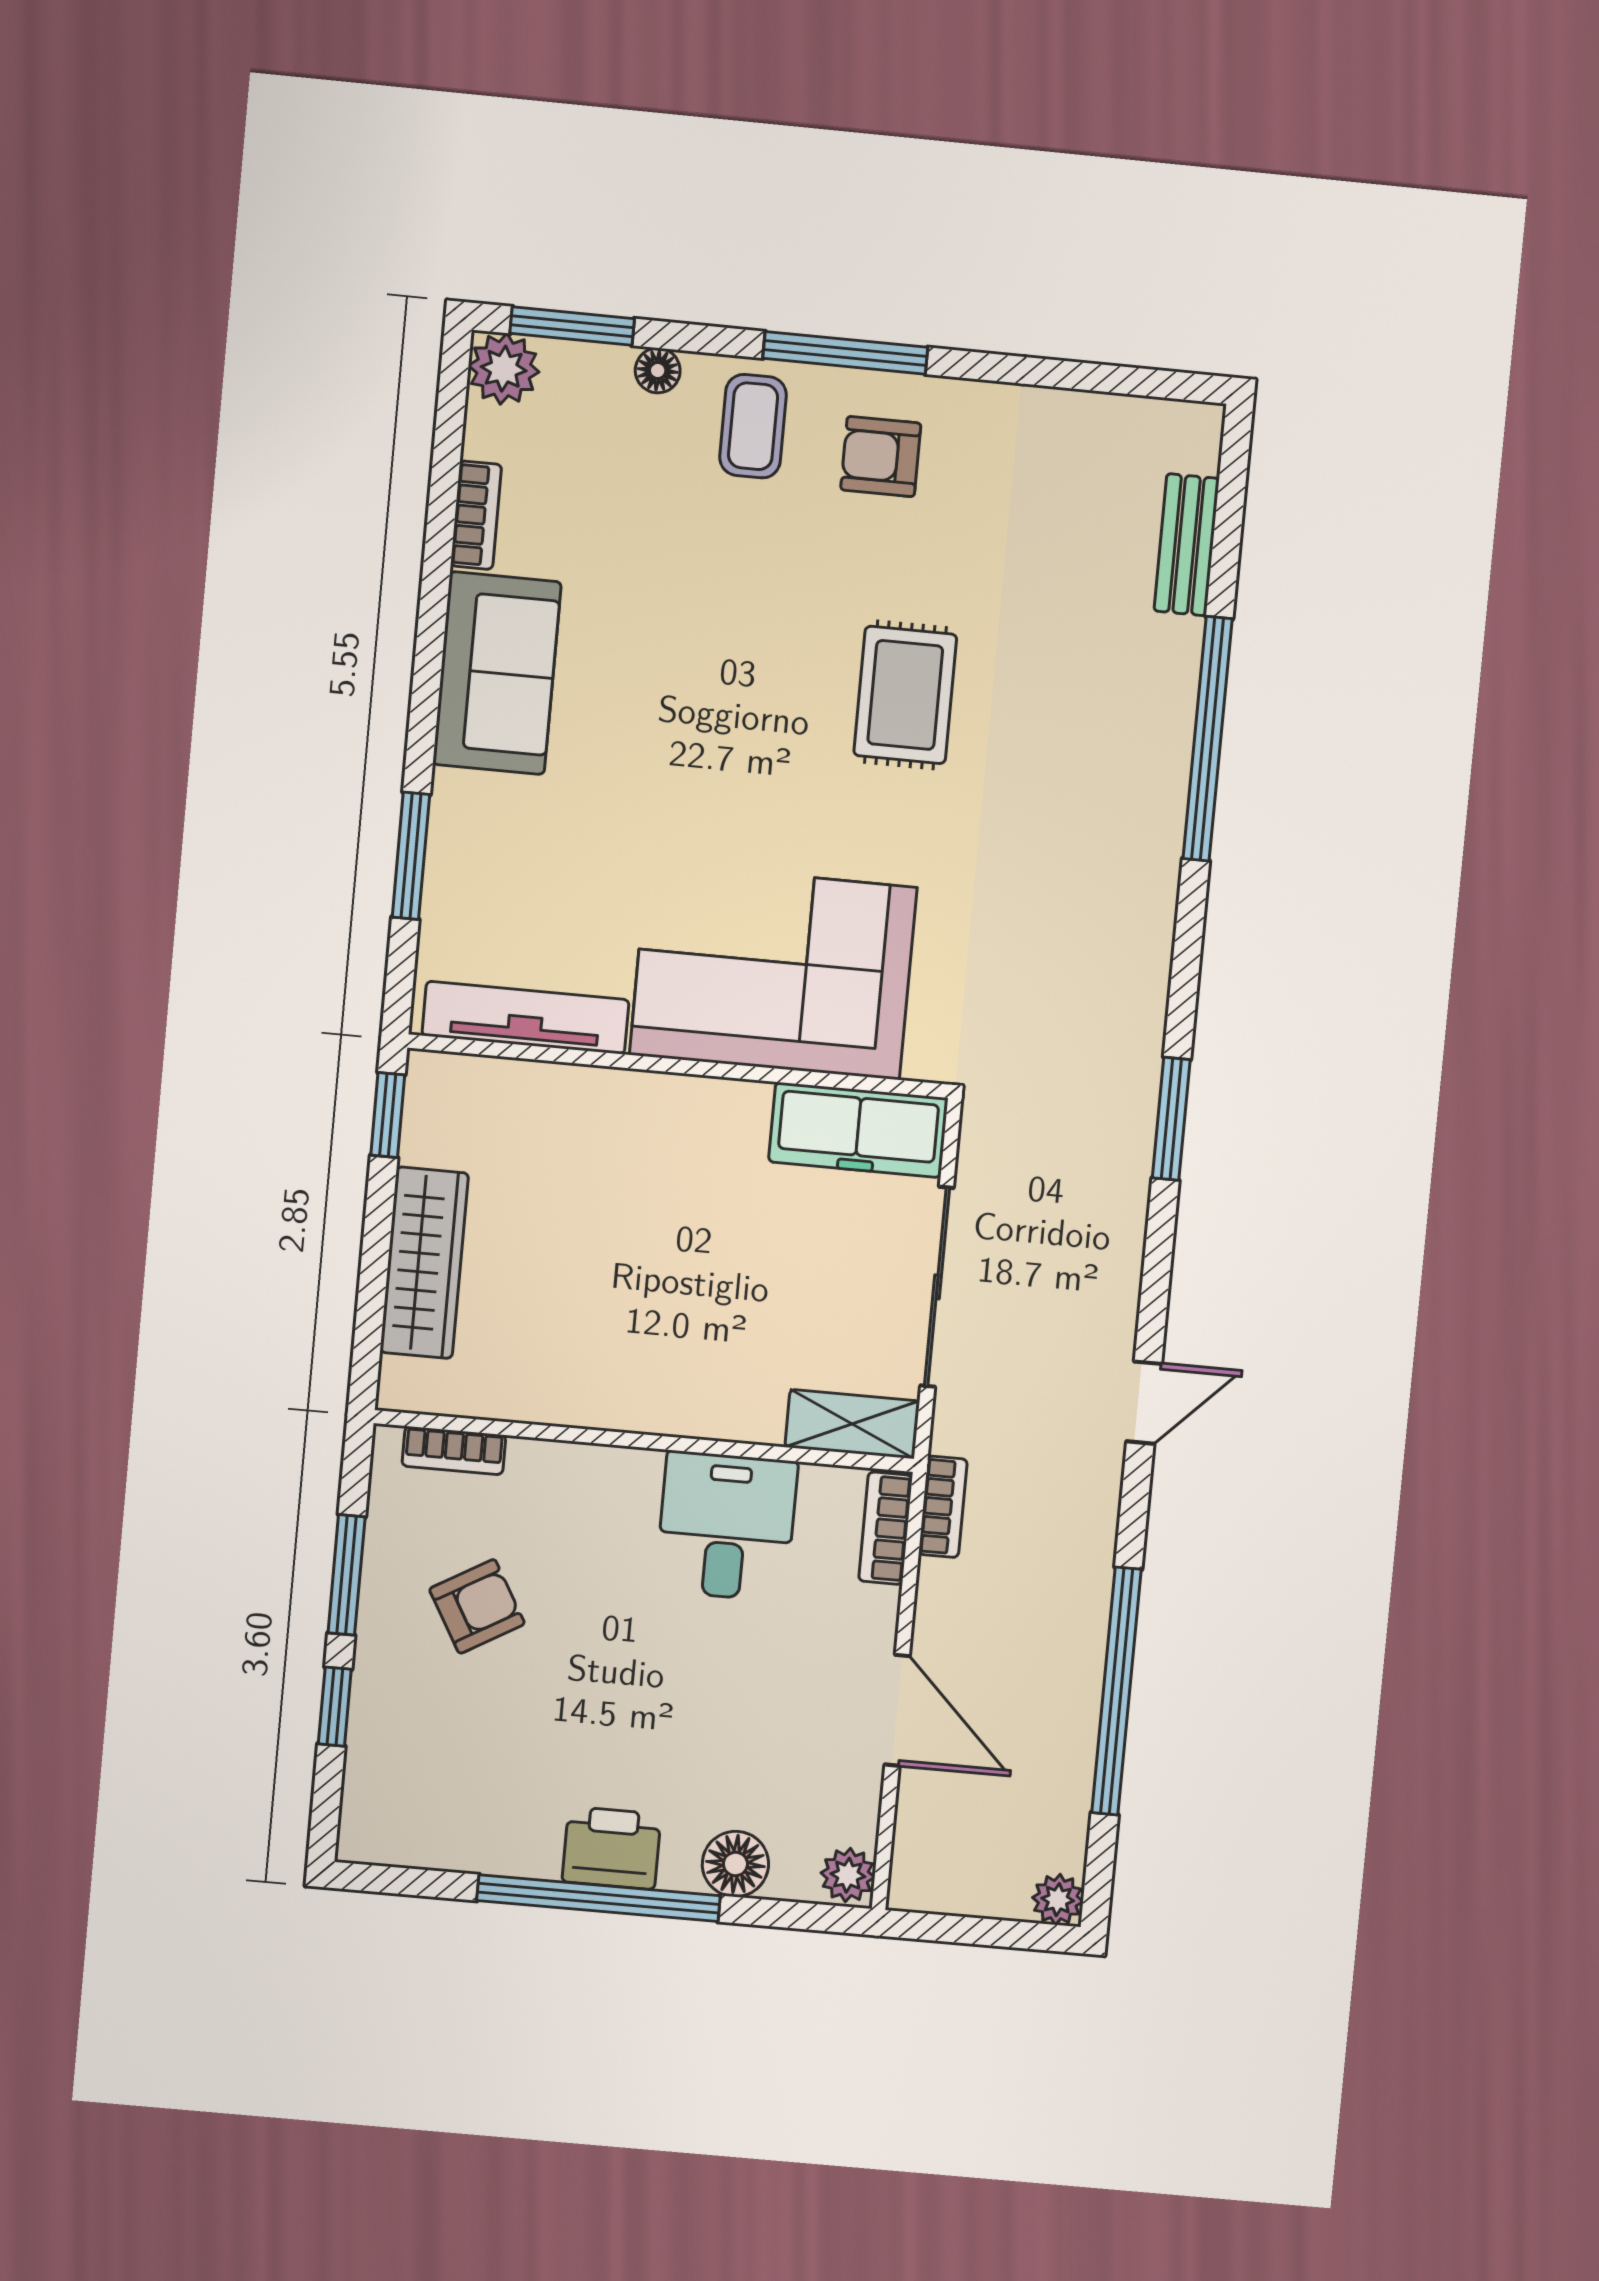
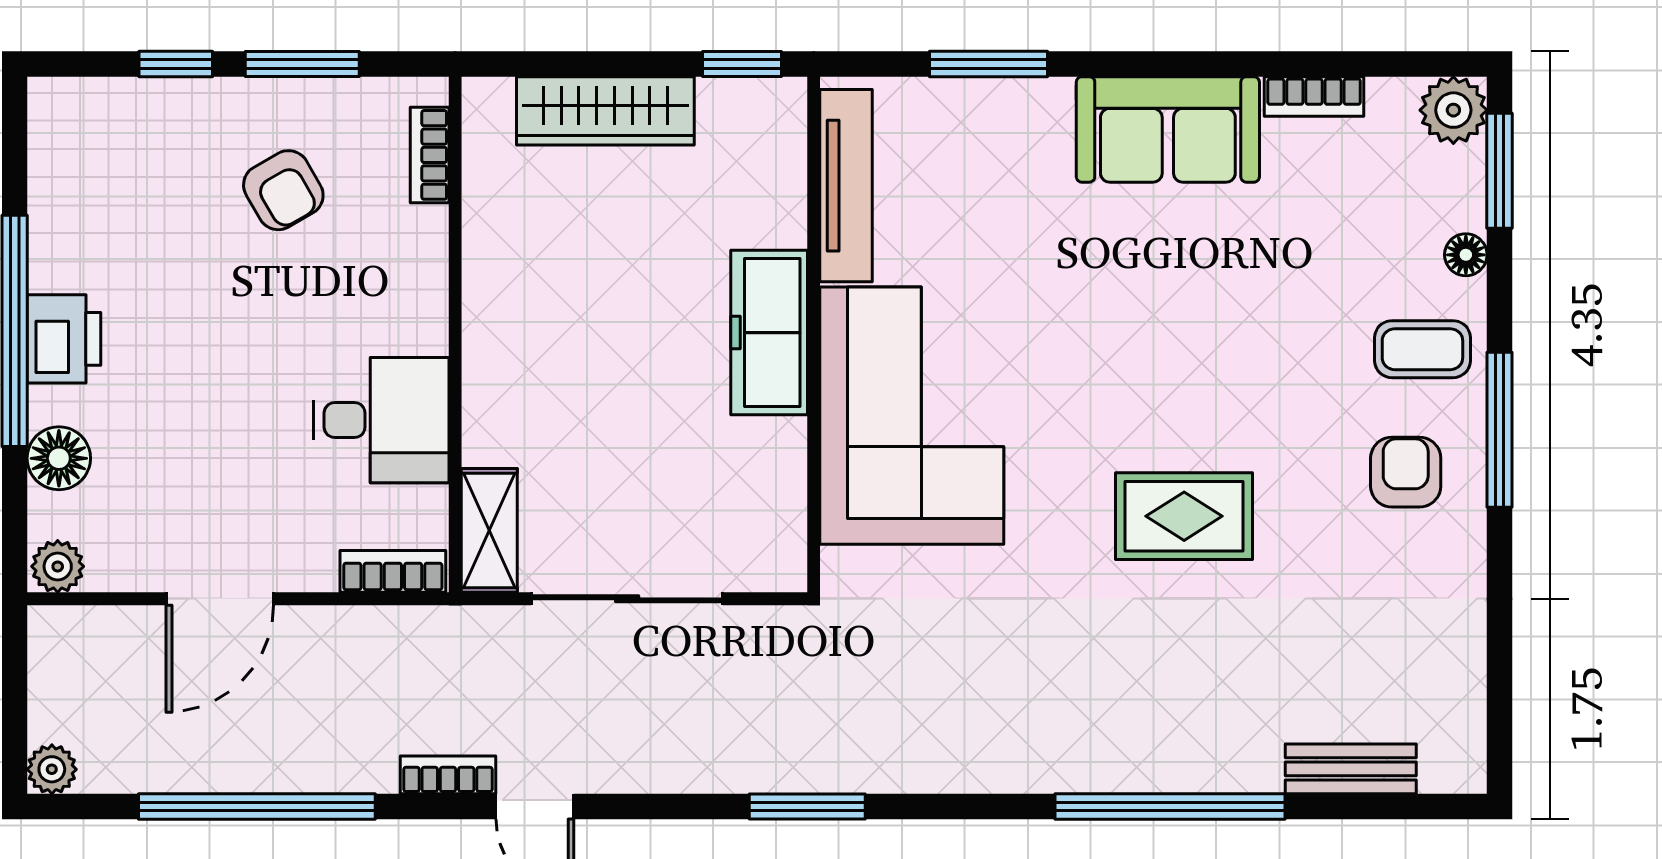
freezer: (858, 1130) -> (769, 333), moved
bookcase: (943, 1507) -> (448, 775), moved, turned 180

